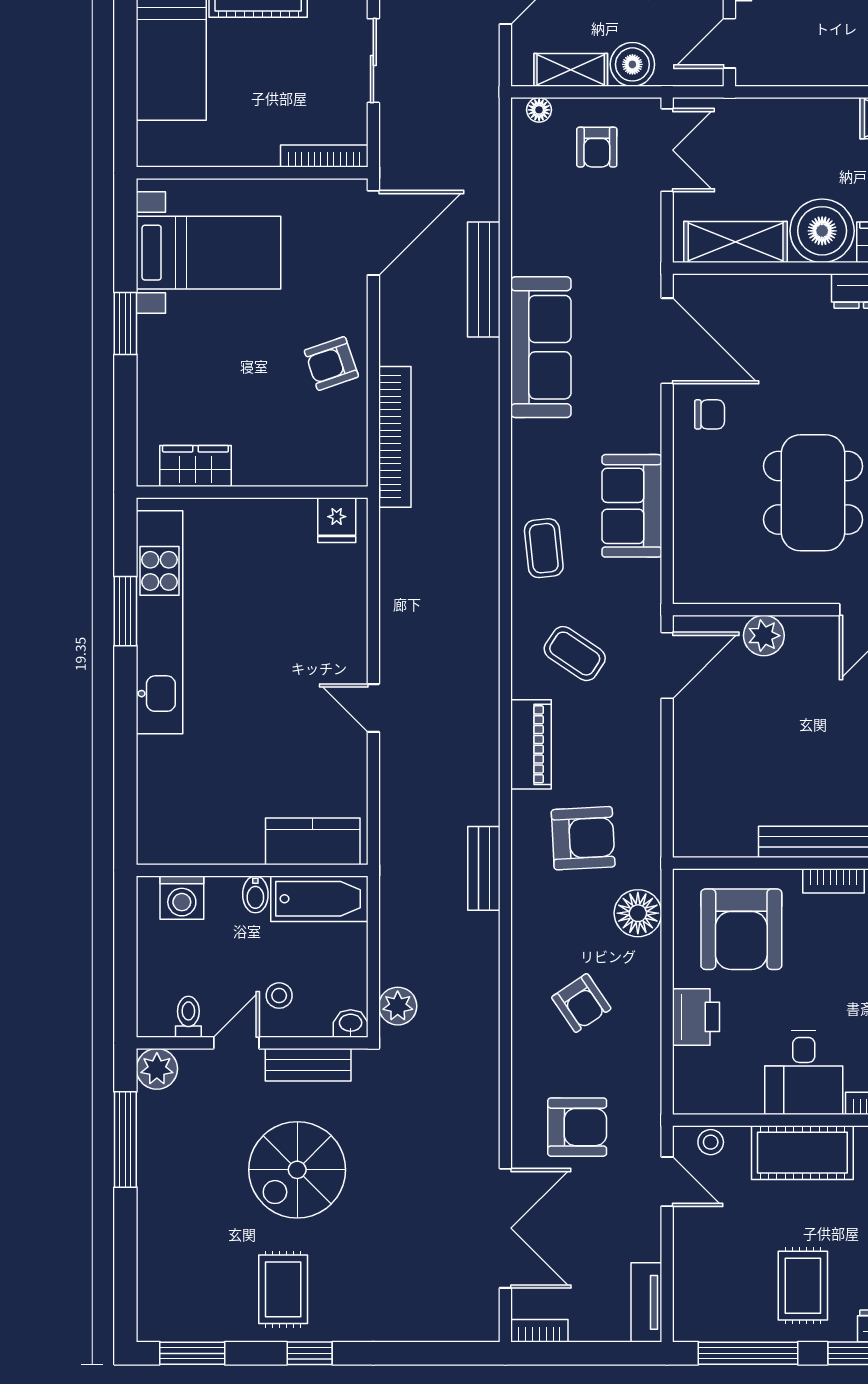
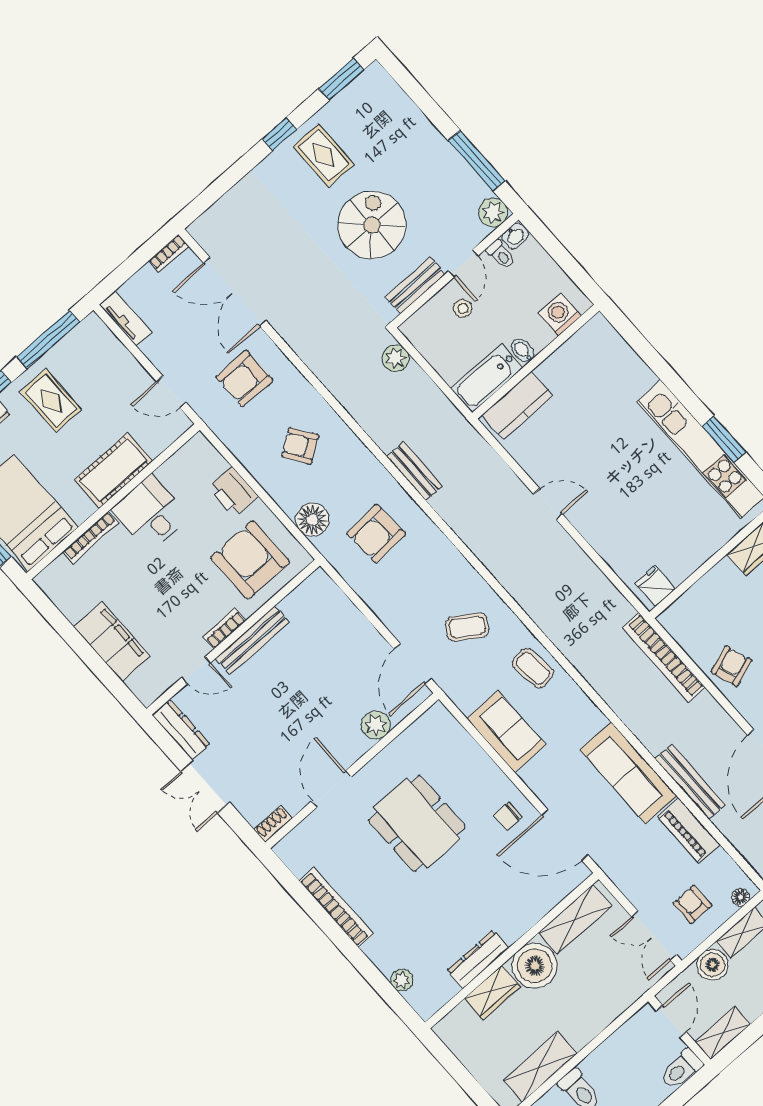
piano: (531, 744) -> (689, 830), moved
washbasin: (351, 1024) -> (515, 236), moved
stool: (711, 1142) -> (167, 433), removed

